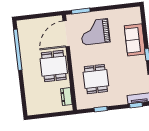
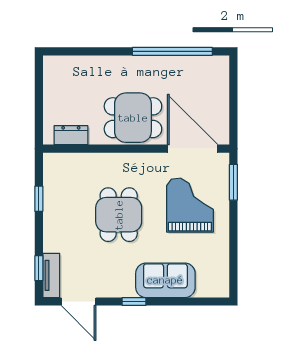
dining table: (96, 79) -> (119, 215), moved, turned 90

